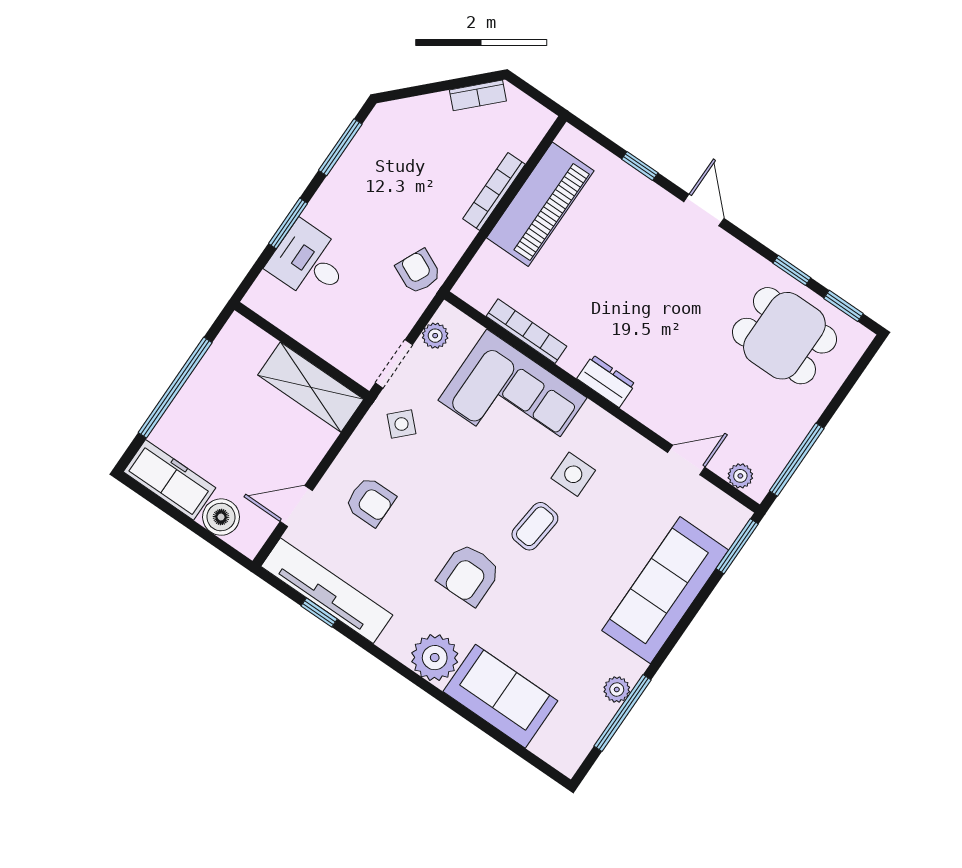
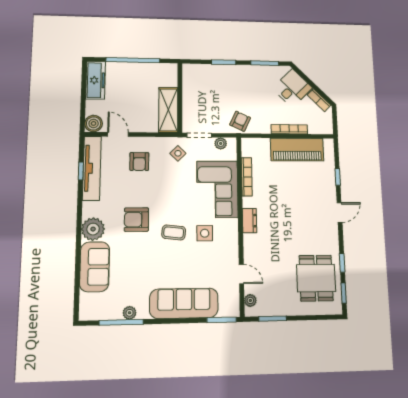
desk: (309, 262) -> (292, 88), moved, turned 45
window: (797, 460) -> (273, 319), width x0.69
boiler: (221, 517) -> (94, 123), moved

